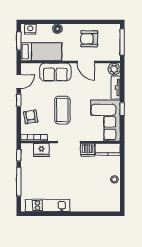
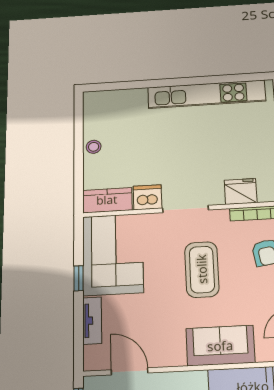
door: (86, 62) -> (130, 371), moved
plant: (114, 69) -> (96, 358), removed
kitchen unit: (48, 205) -> (206, 94), width x1.36

